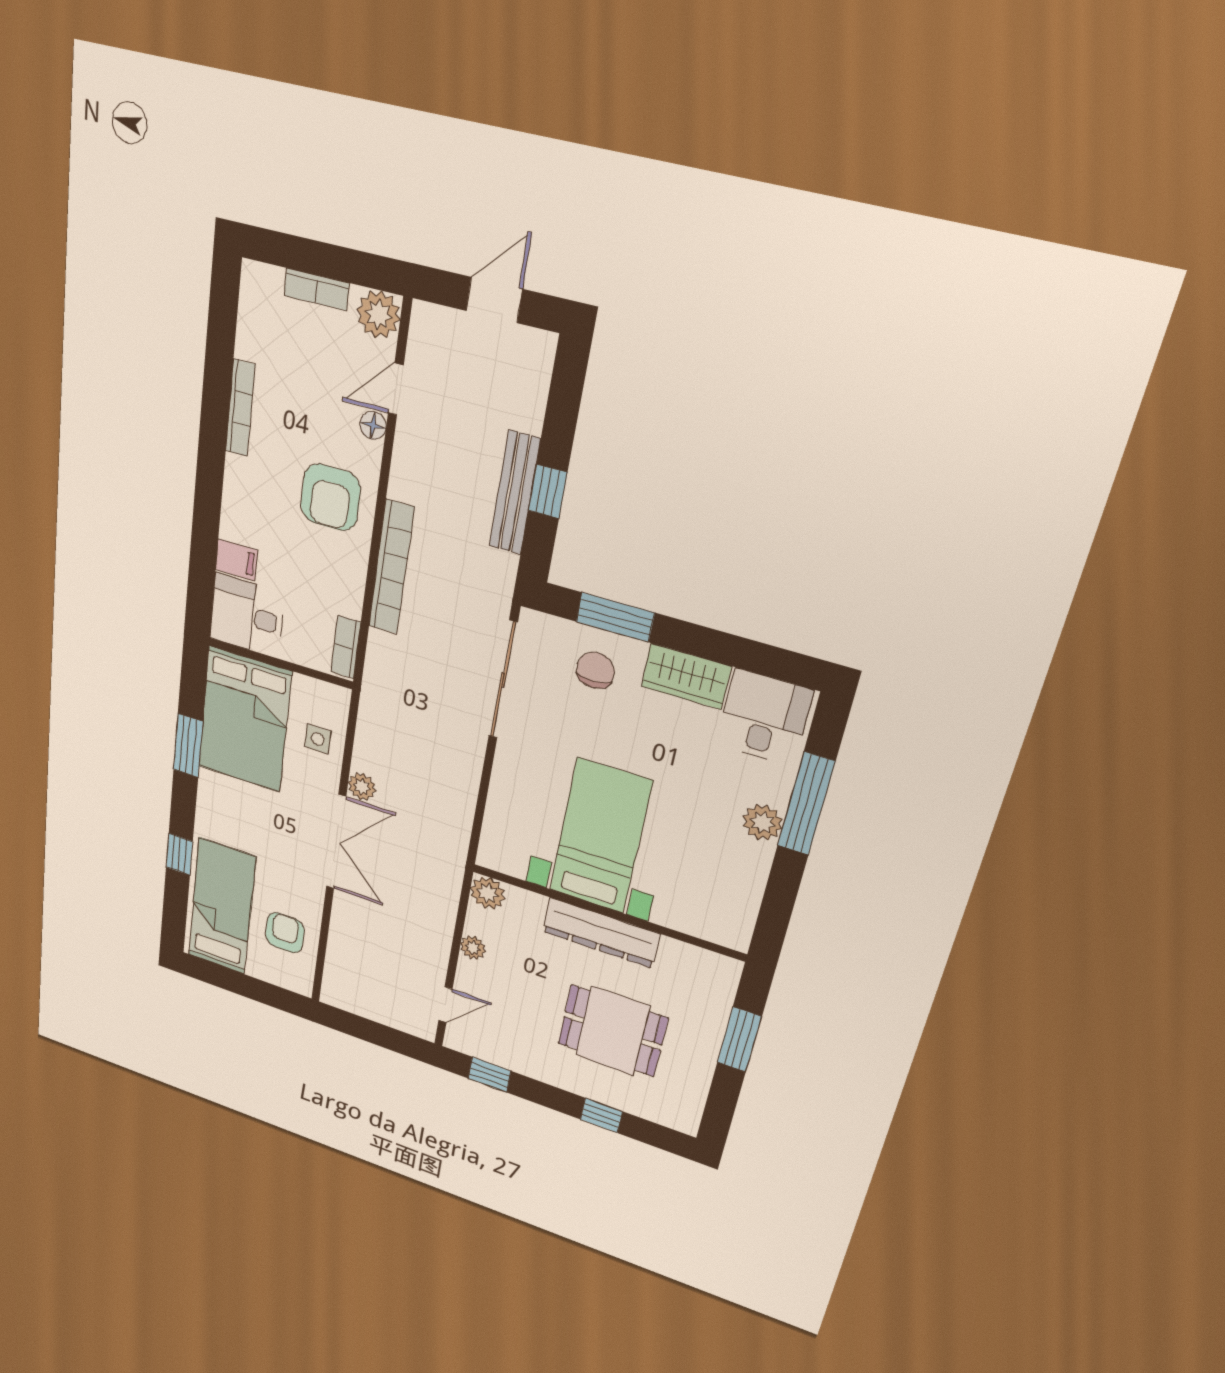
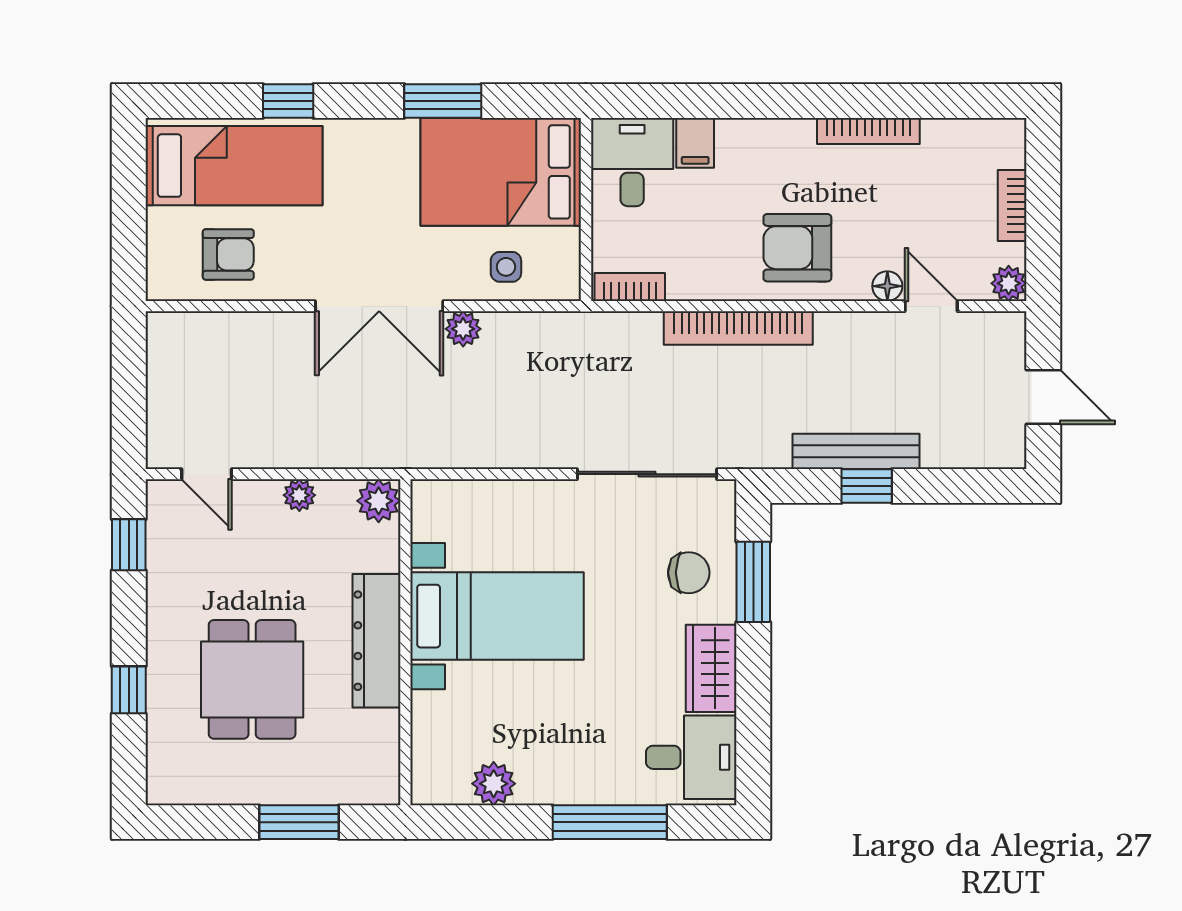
plant: (378, 314) -> (1009, 283), width x0.73, depth x0.73
plant: (763, 822) -> (494, 784), moved

